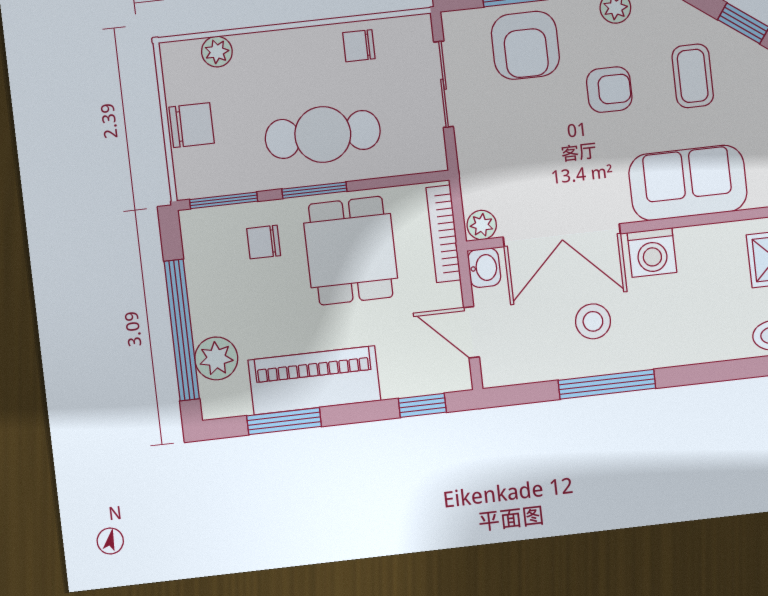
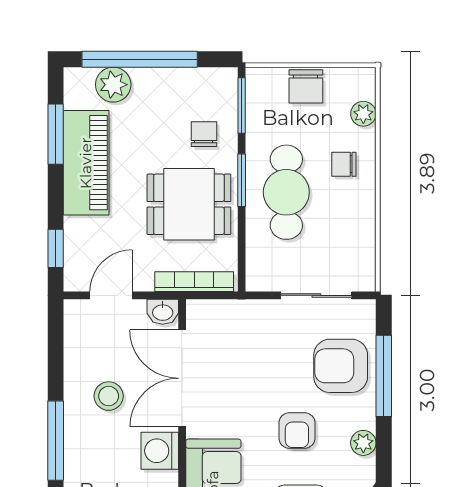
chair: (359, 46) -> (344, 164), moved, turned -90
plant: (482, 225) -> (198, 314), removed
window: (607, 384) -> (56, 441), moved

